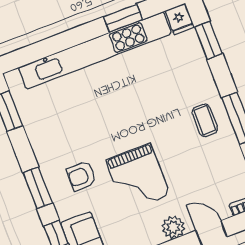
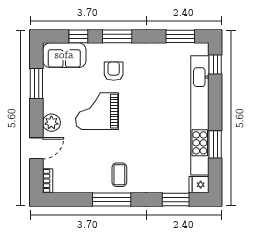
window: (26, 56) -> (215, 65), added
coffee table: (205, 120) -> (119, 175), turned 90

